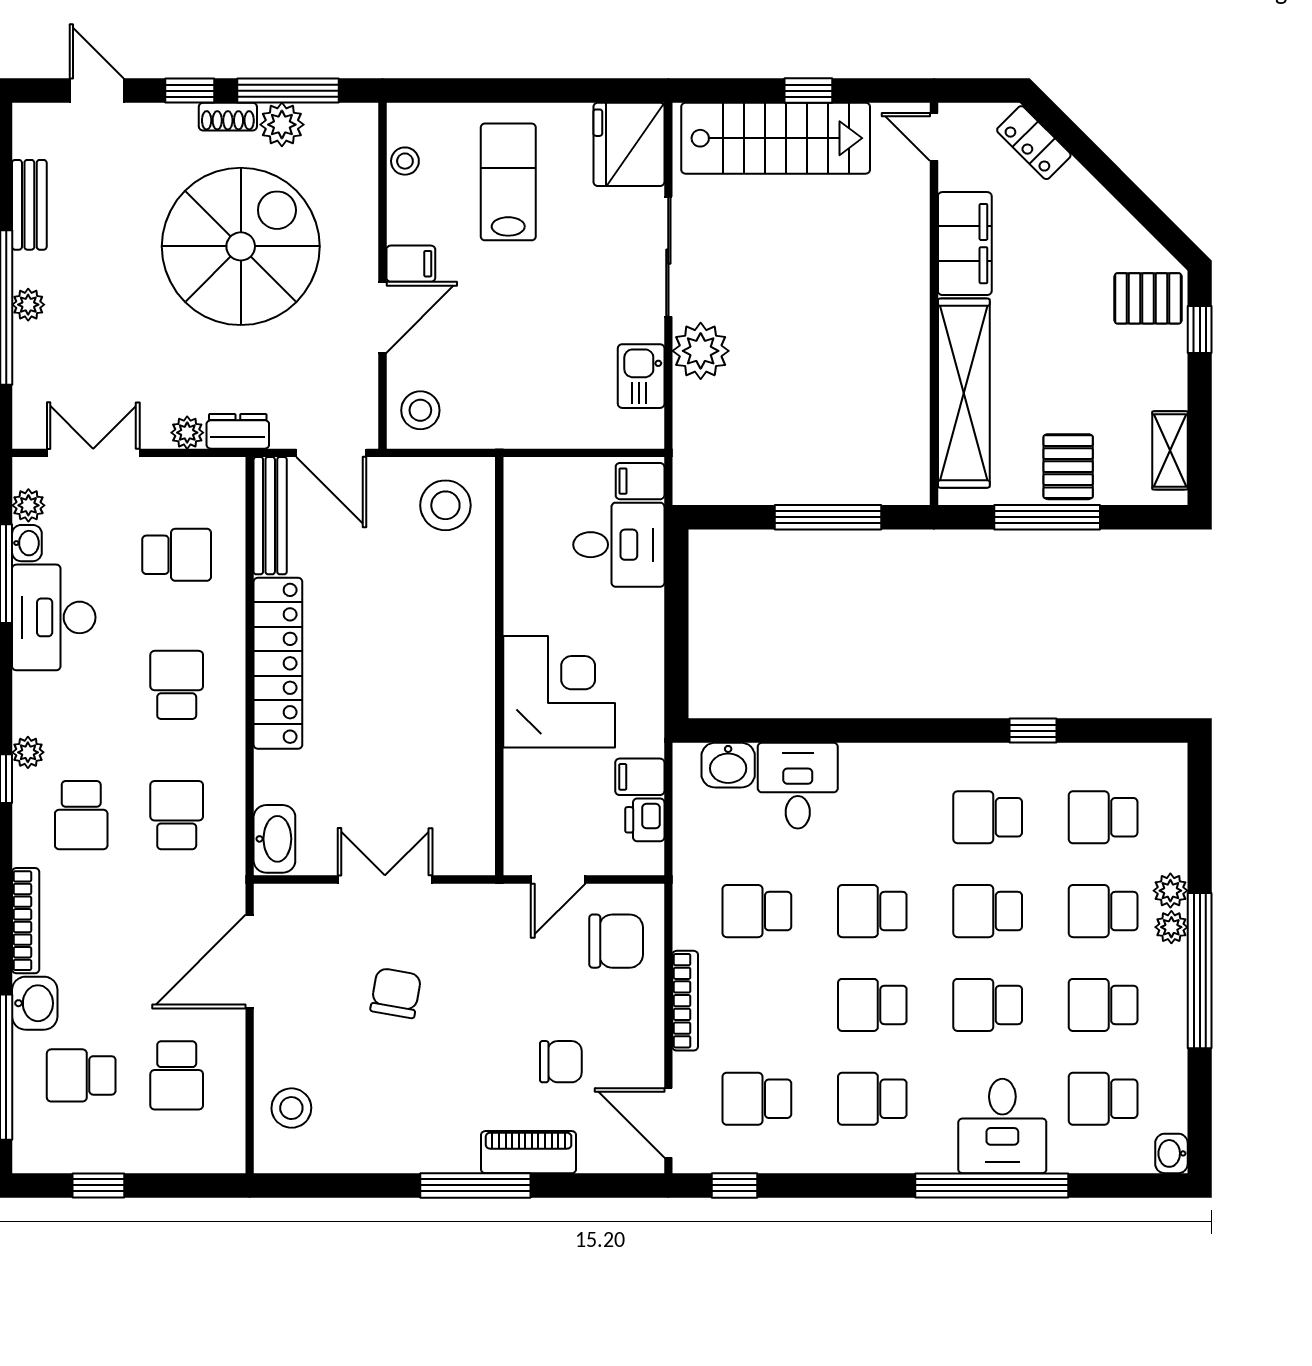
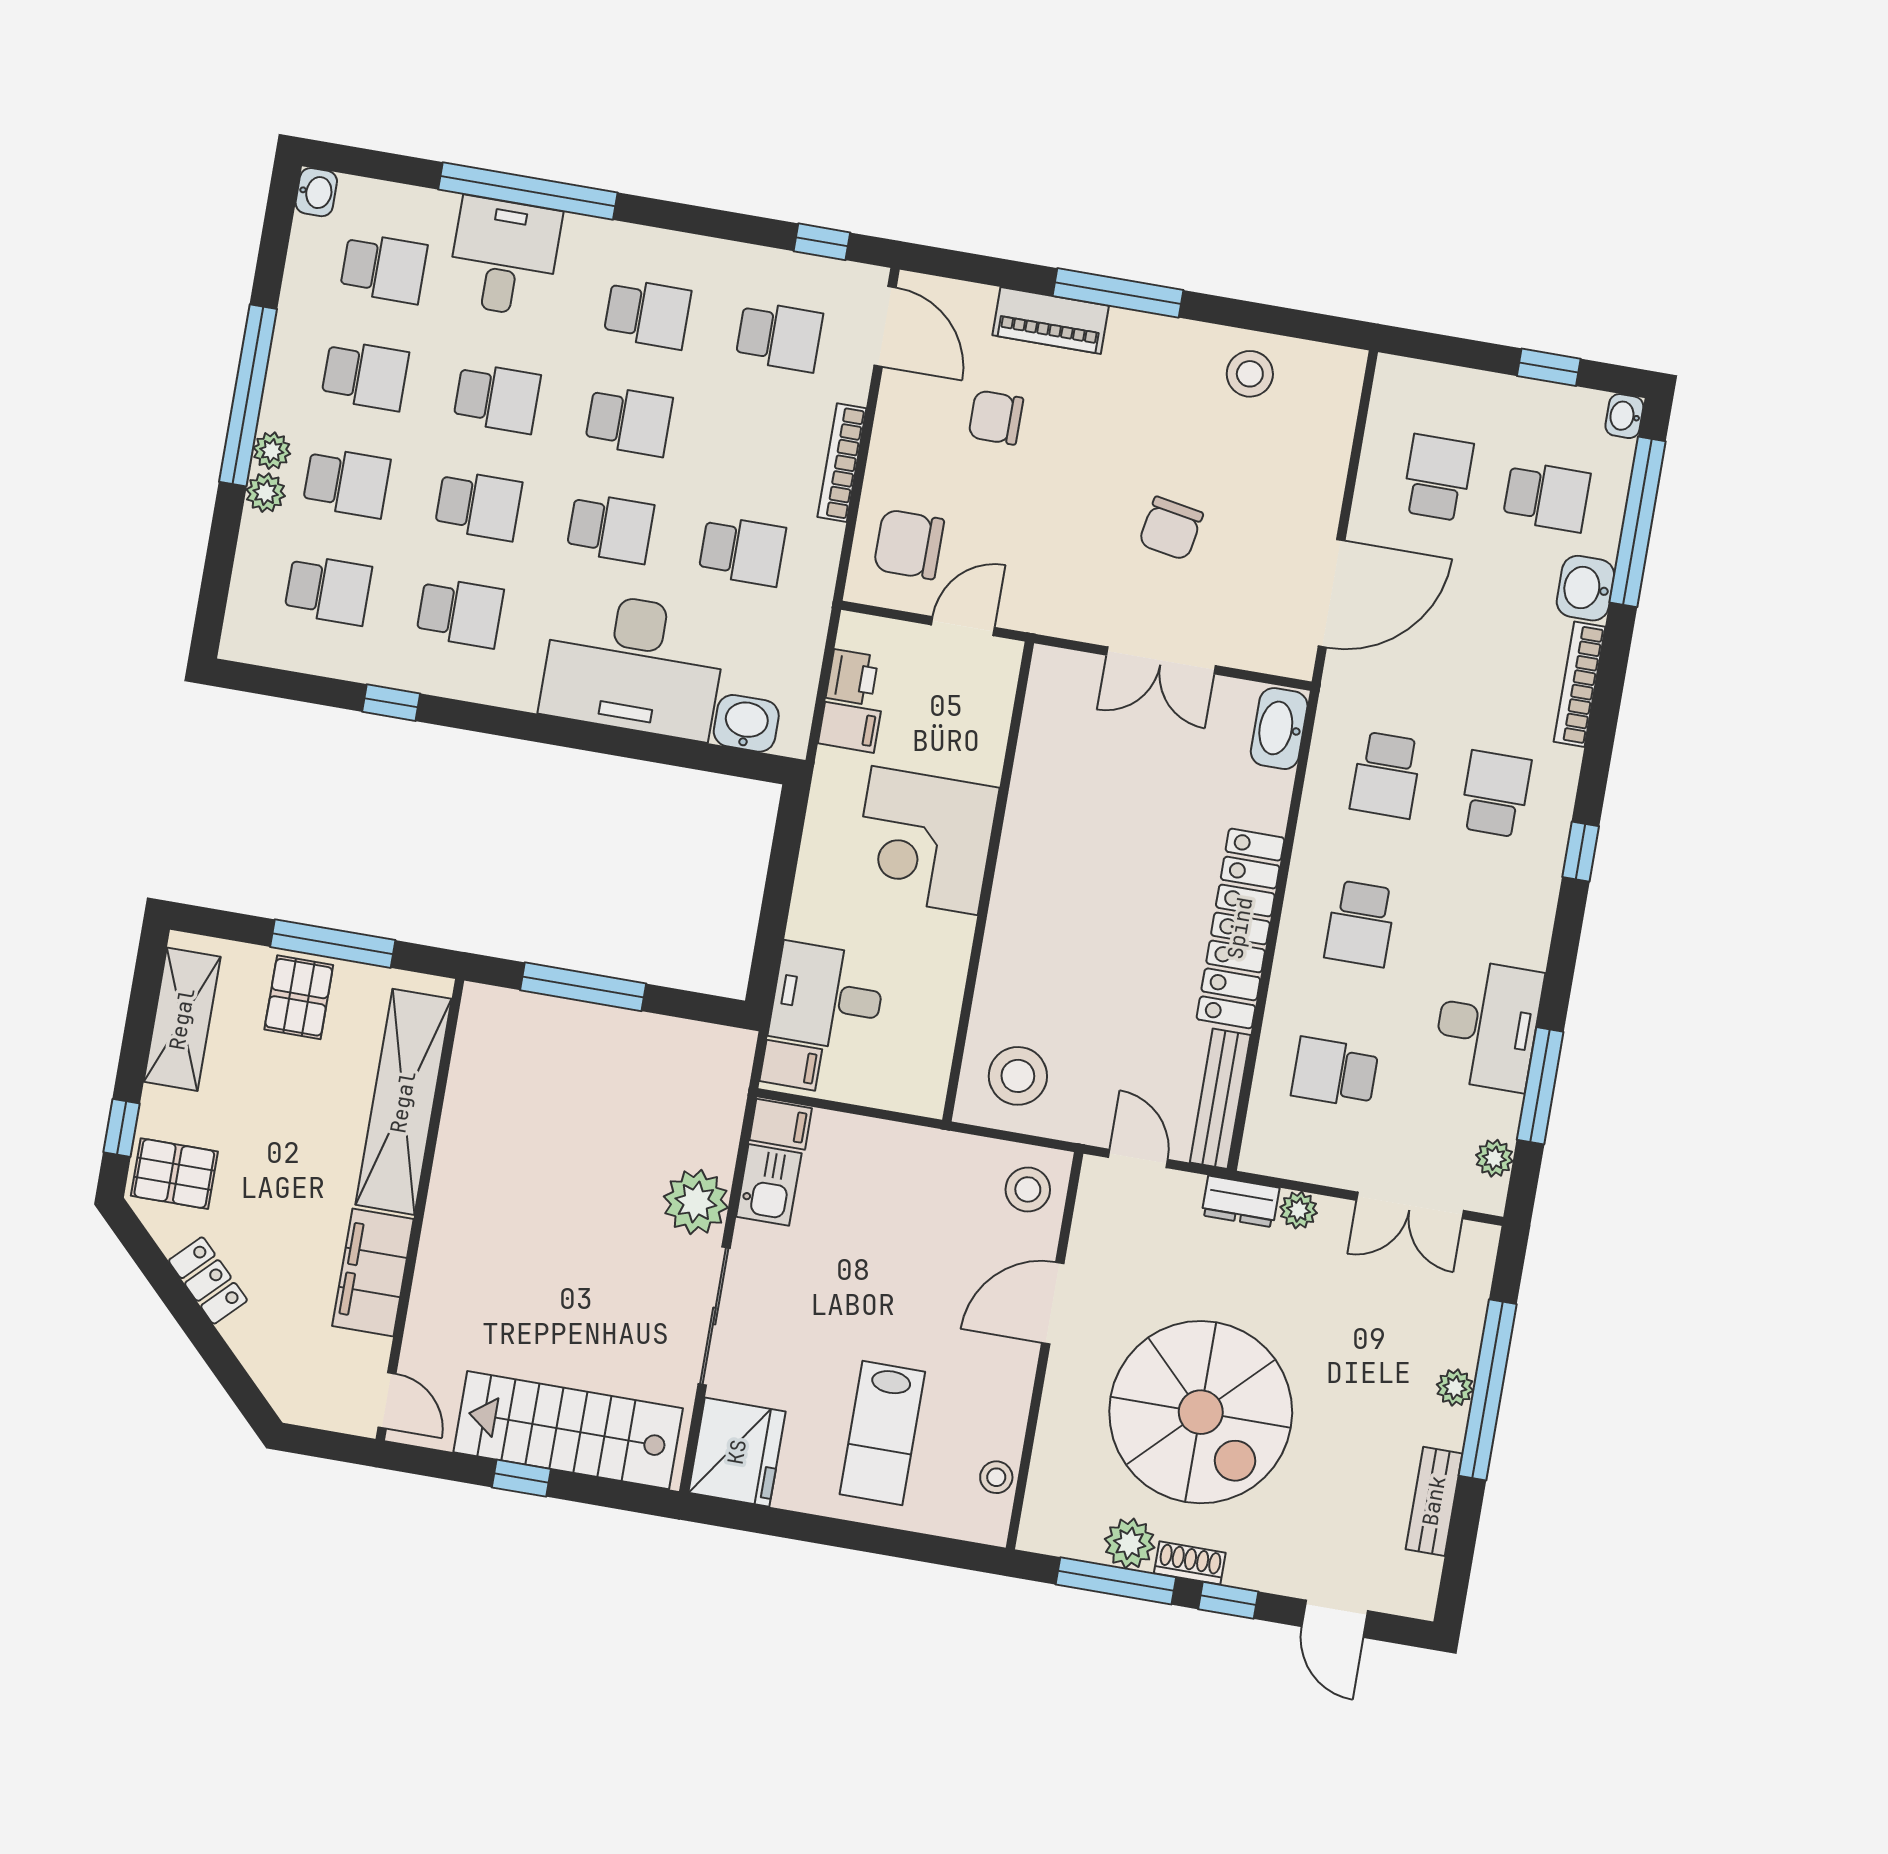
locker: (1034, 143) -> (208, 1280), moved
spiral stairs: (241, 246) -> (1201, 1412), turned -90
filing cabinet: (411, 264) -> (781, 1124), moved, turned 180
shelving: (1170, 450) -> (182, 1019), width x1.50, depth x1.33
door: (331, 453) -> (1138, 1158), width x0.73
washbasin: (27, 543) -> (1624, 416), moved
plant: (28, 752) -> (1544, 876), removed
desk: (798, 786) -> (634, 665), width x1.87, depth x1.30
stool: (291, 1108) -> (1250, 374), moved

